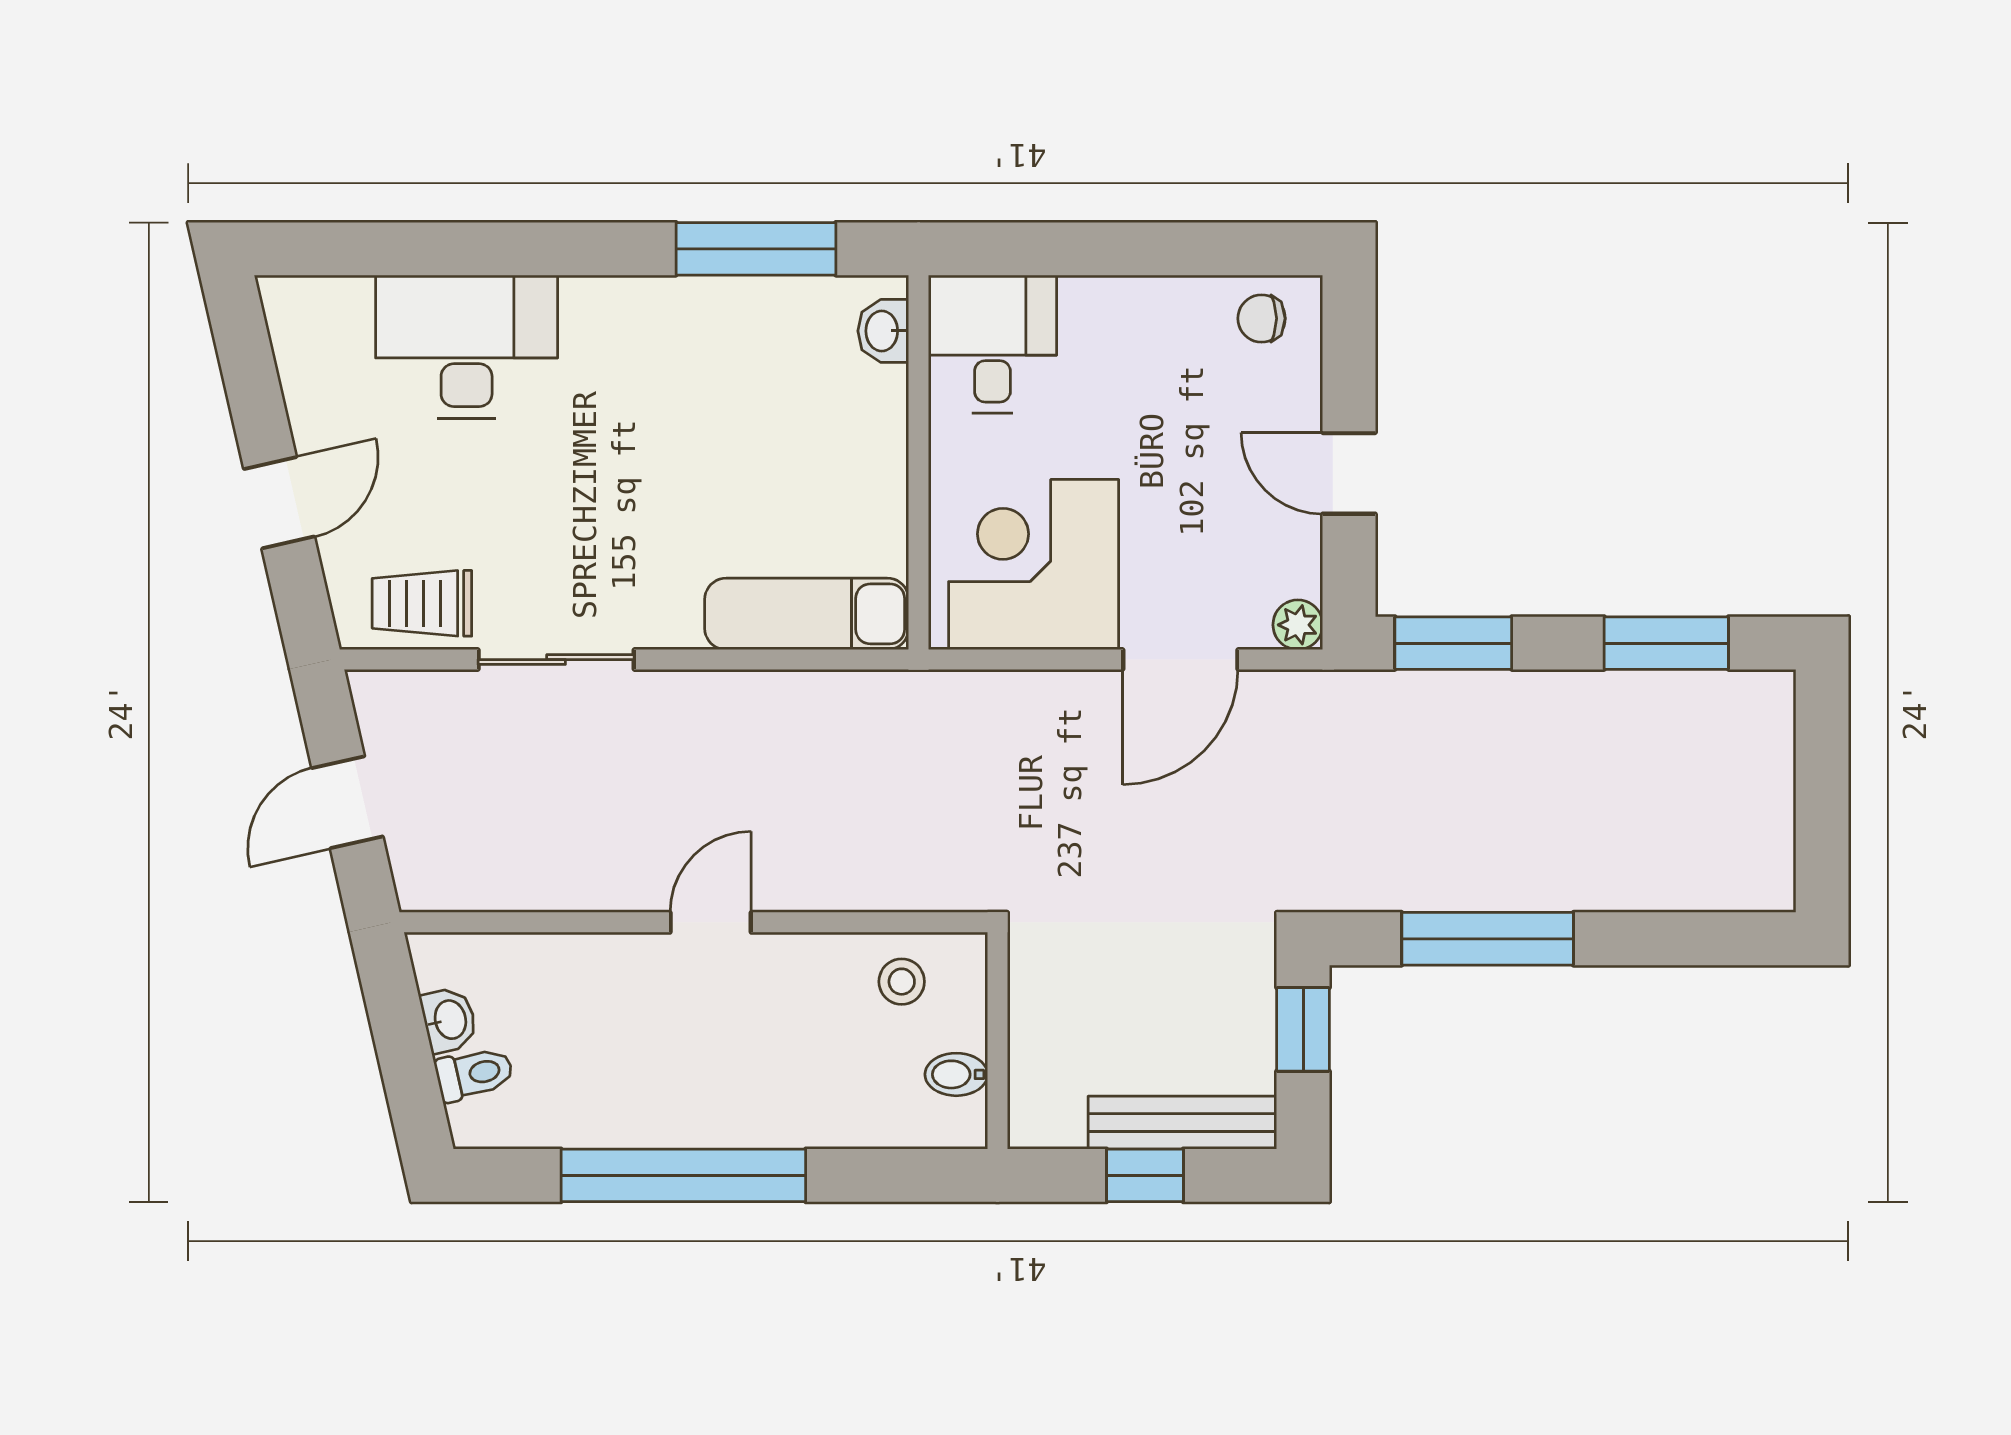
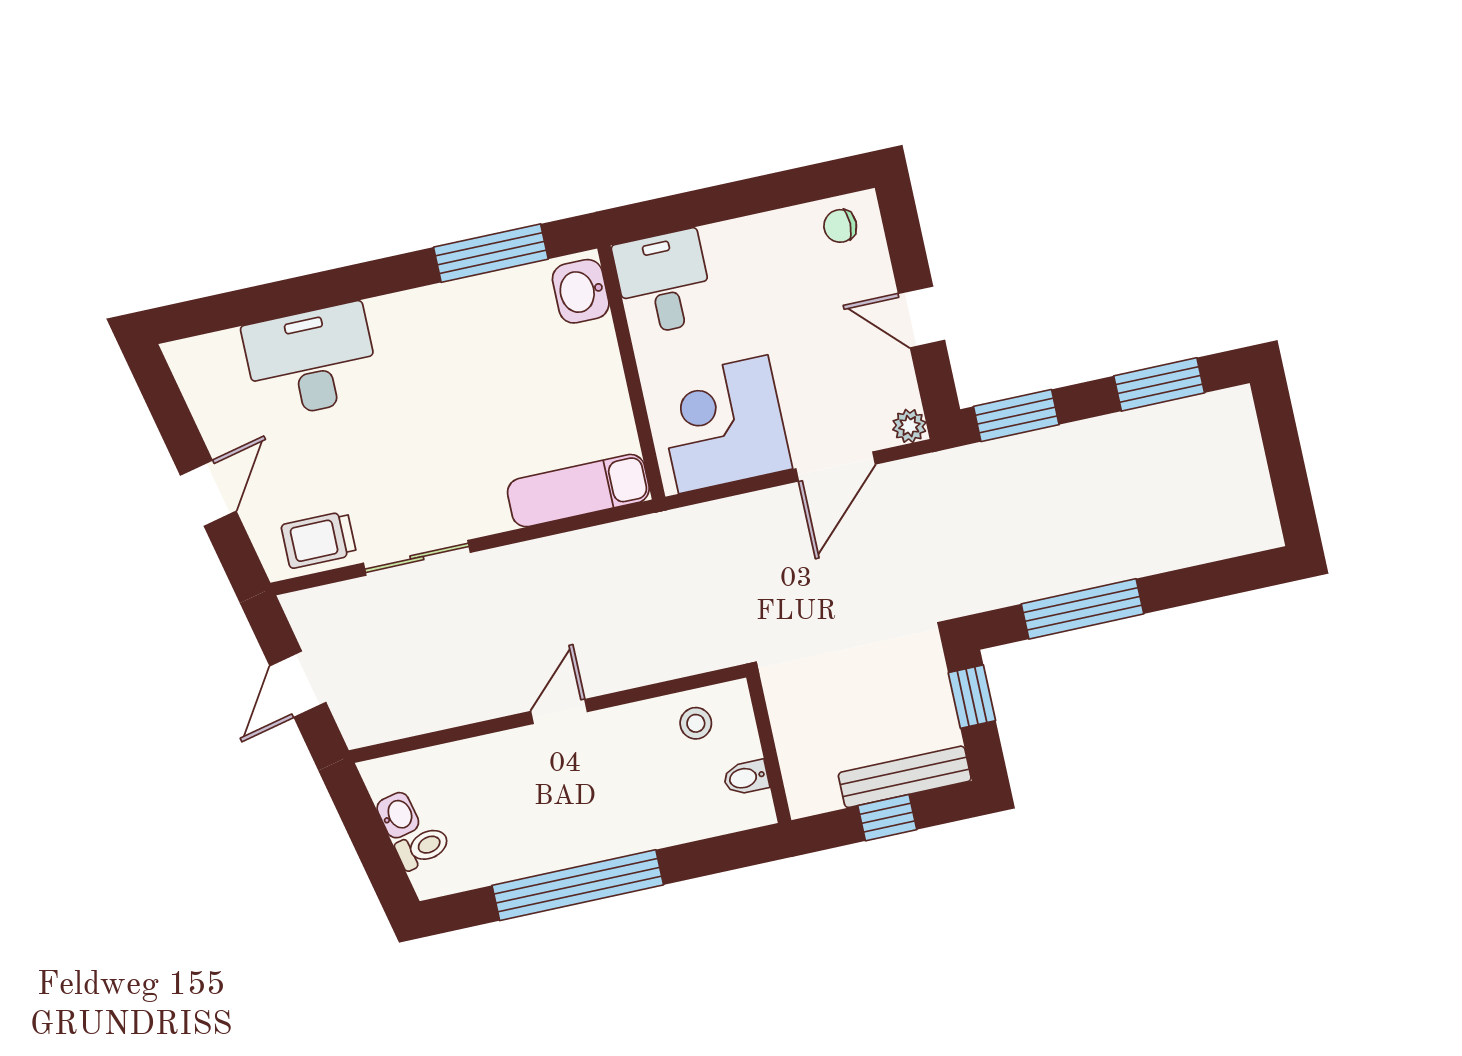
washbasin: (883, 331) -> (581, 291), width x1.38, depth x1.45

